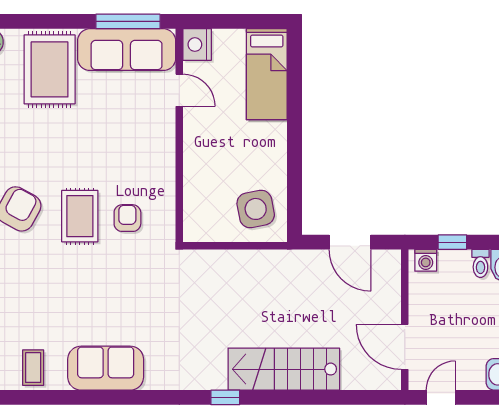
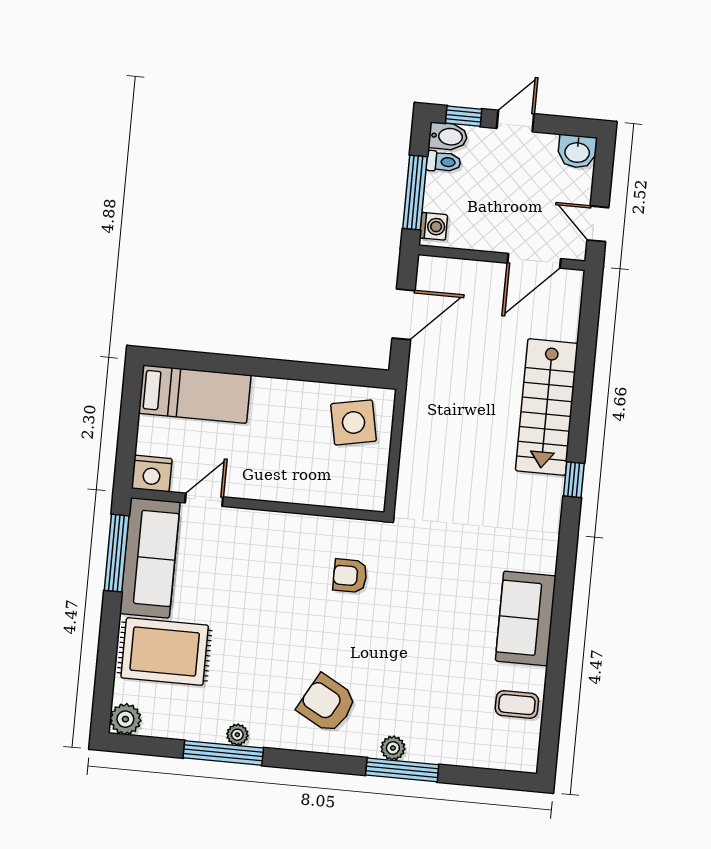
rug: (80, 216) -> (342, 632), removed
window: (452, 242) -> (415, 193), width x2.17

